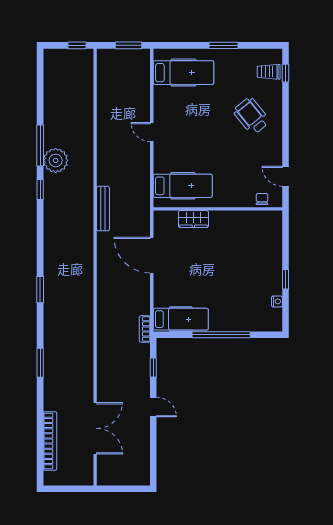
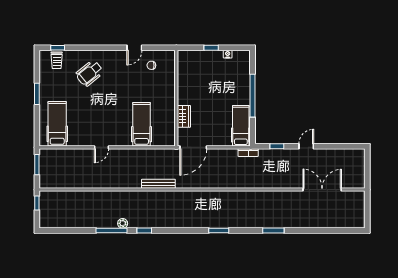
plant: (56, 160) -> (123, 223), width x0.53, depth x0.53
wall: (218, 209) -> (176, 98), moved
wardrobe: (193, 219) -> (184, 116), moved
bookcase: (50, 441) -> (332, 223), removed

